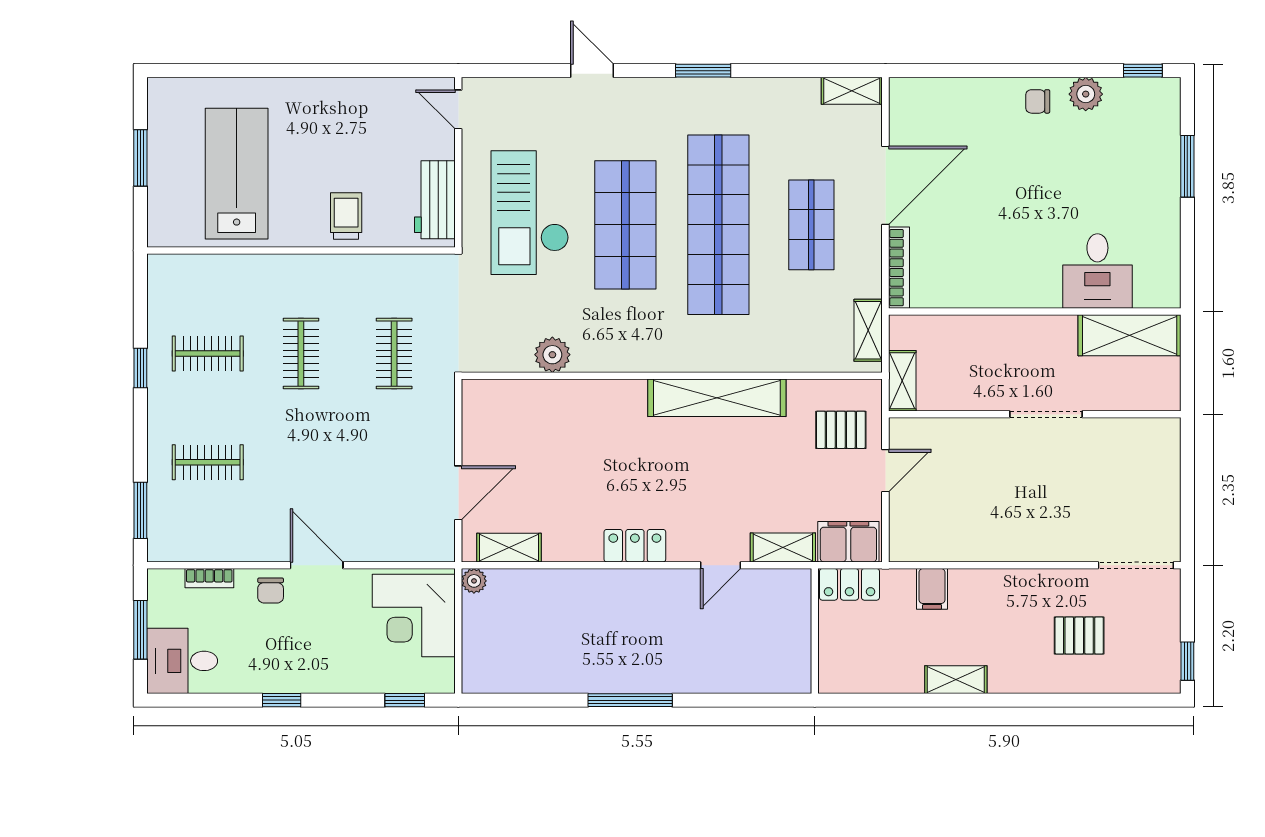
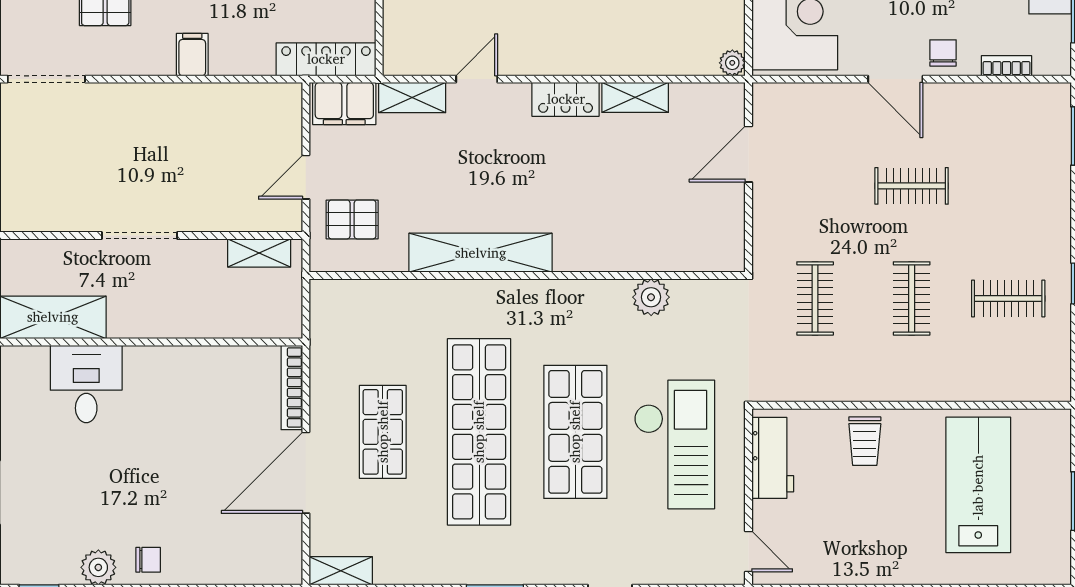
lab bench: (237, 174) -> (978, 485), turned 180
shelving: (868, 330) -> (324, 323), removed
shelving: (902, 381) -> (259, 253), moved, turned 90
clothes rail: (208, 462) -> (912, 186), moved
shelving: (509, 548) -> (635, 97), moved
locker: (849, 584) -> (326, 59), width x1.53
filing cabinet: (932, 589) -> (192, 55), moved

